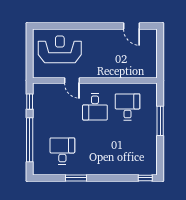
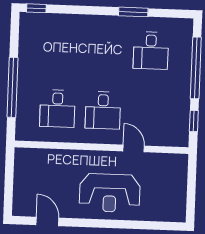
reception desk: (60, 49) -> (110, 193), moved
desk: (95, 107) -> (103, 110), turned 180
window: (160, 121) -> (13, 87), width x1.46

